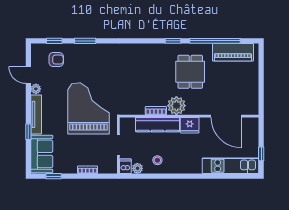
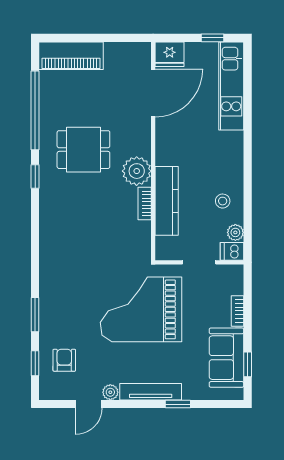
piano: (233, 52) -> (71, 56), moved, turned 90
fridge: (190, 125) -> (170, 54), moved, turned 90
sofa: (42, 154) -> (226, 358), moved, turned -90

